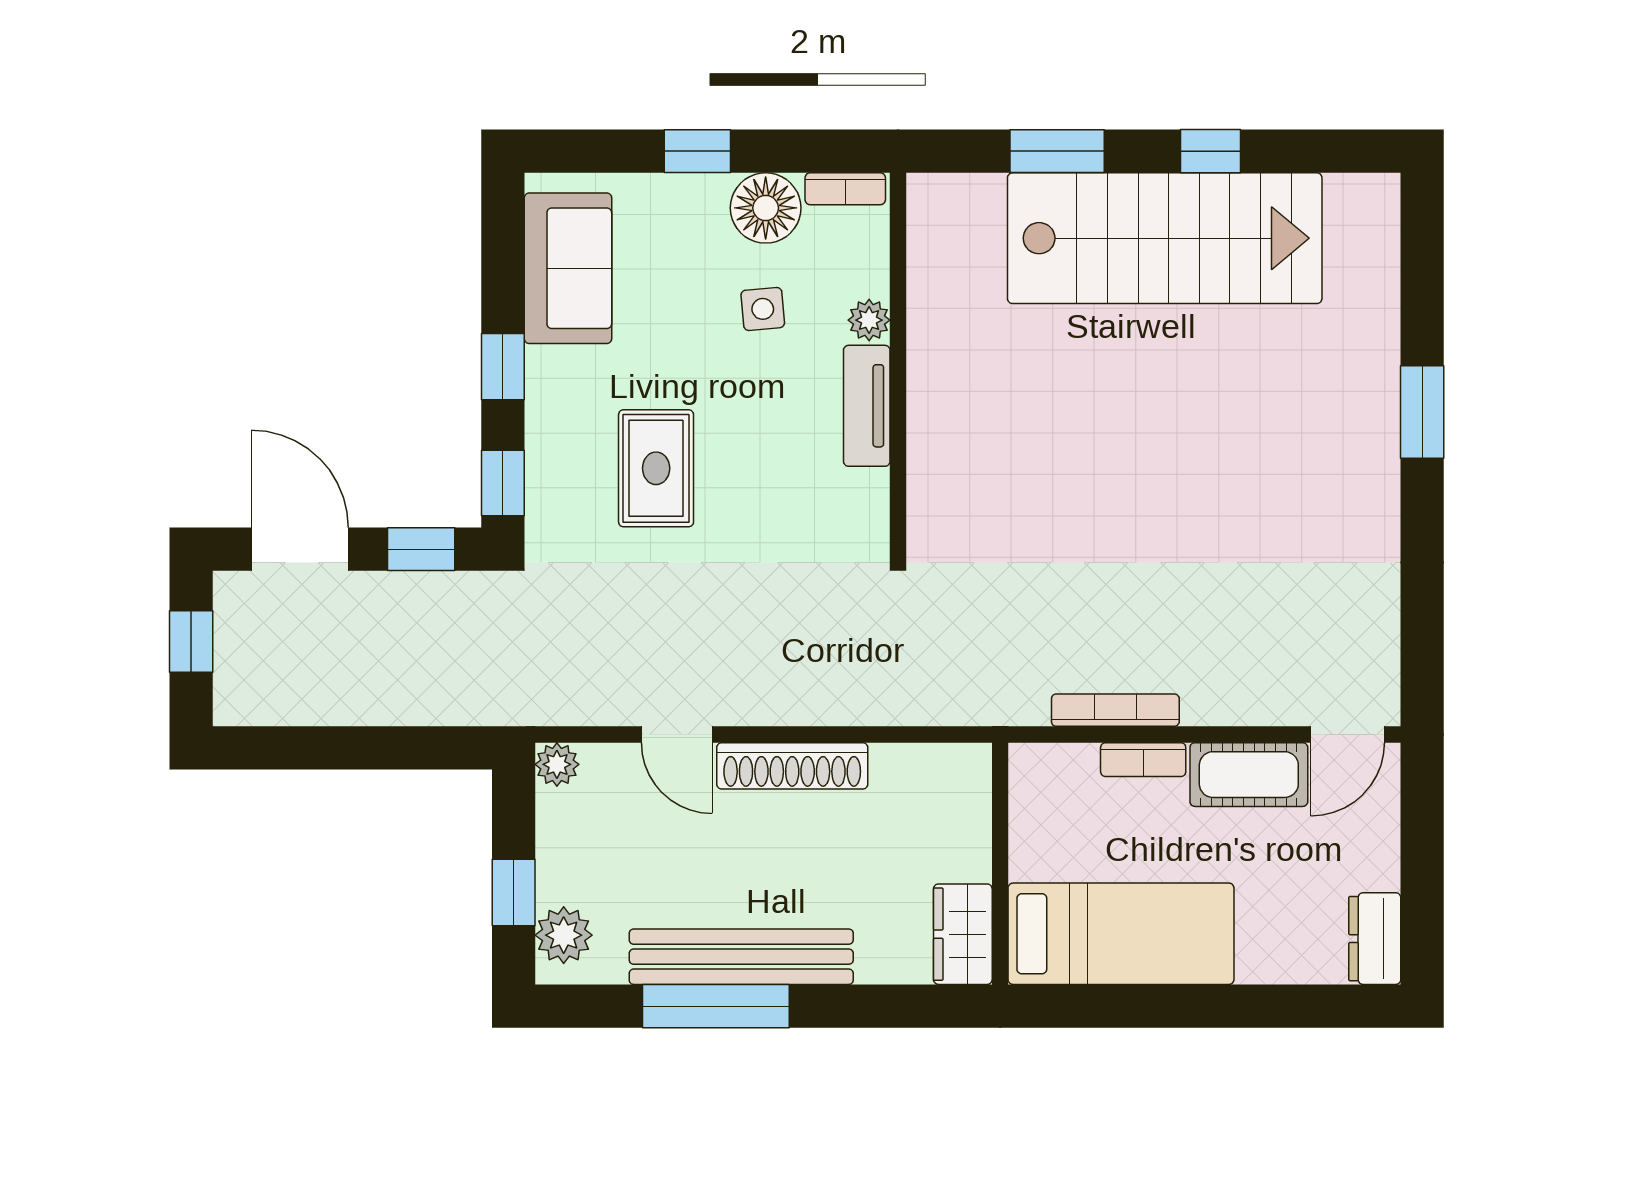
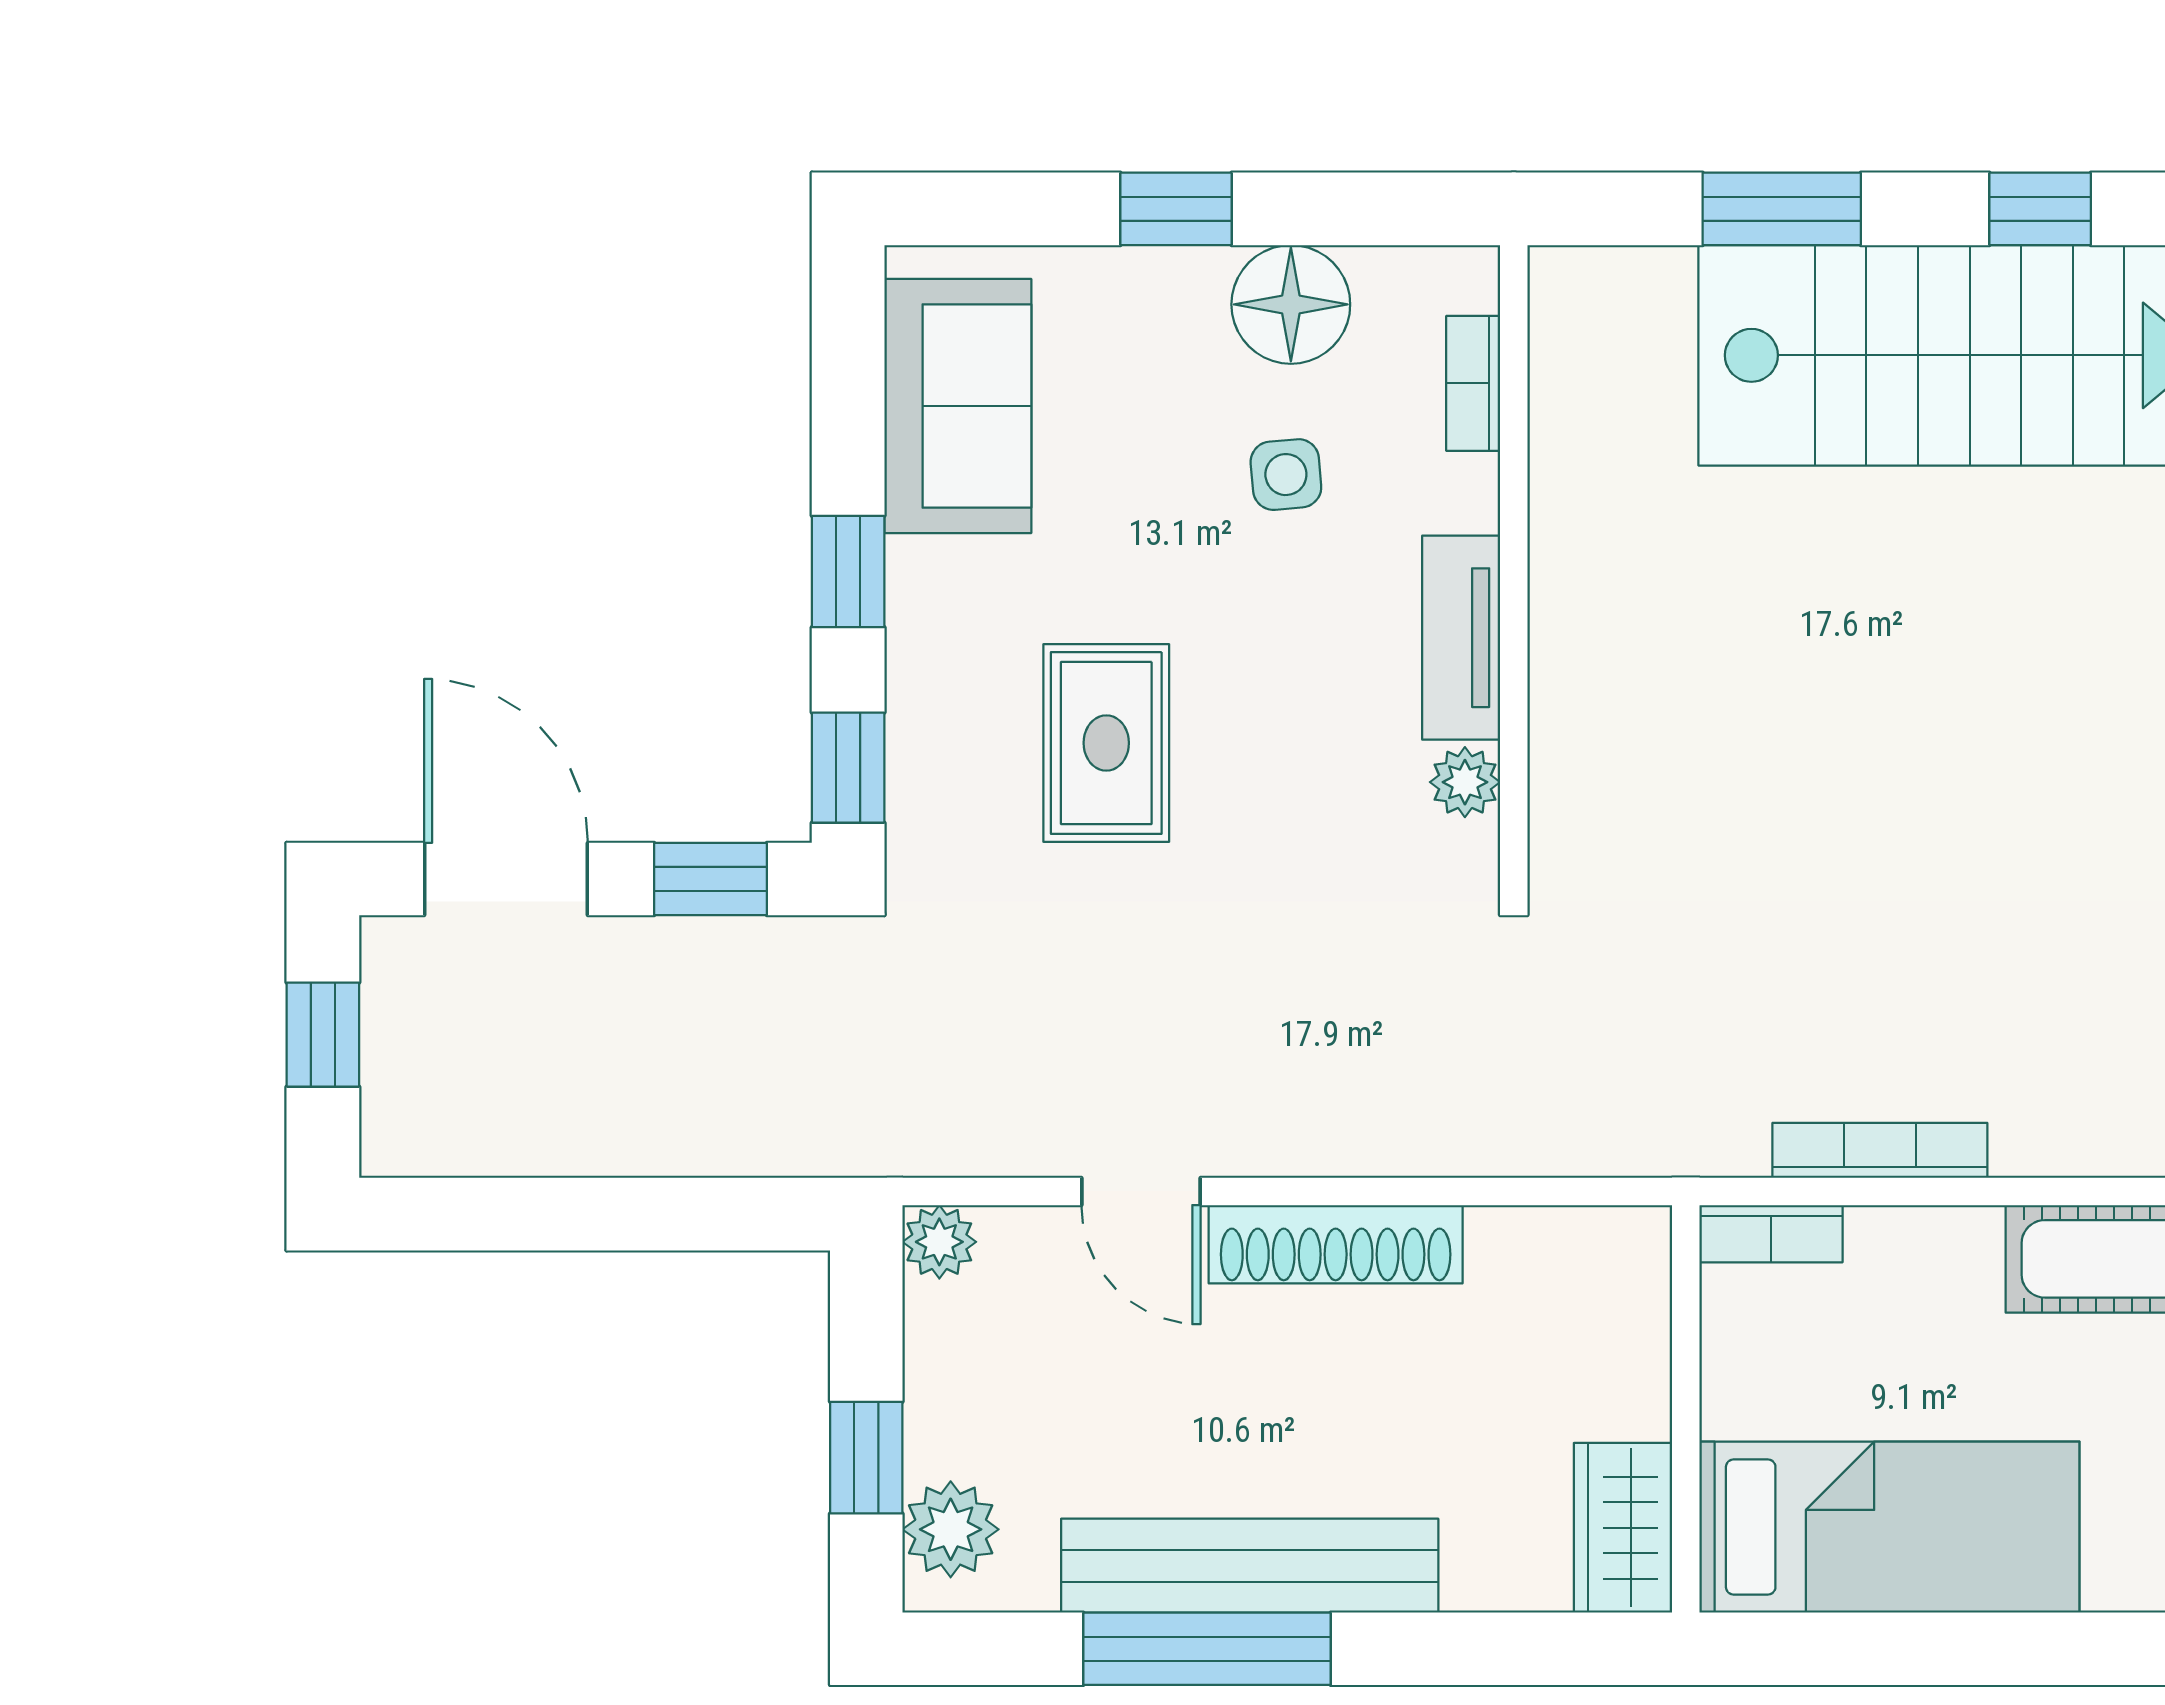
bookcase: (845, 189) -> (1473, 383), moved, turned 90
plant: (869, 320) -> (1465, 782), moved
bookcase: (1143, 760) -> (1771, 1234), moved

